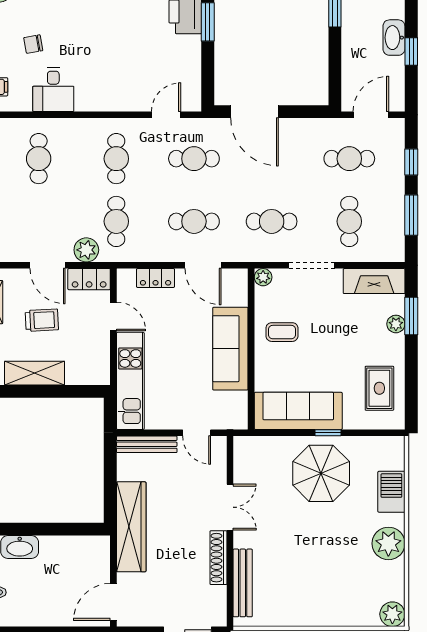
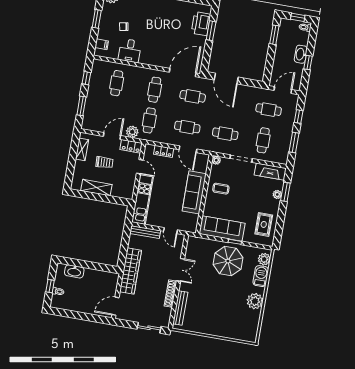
door: (166, 115) -> (183, 73), width x1.88
door: (48, 265) -> (112, 136), swing flipped
plant: (392, 614) -> (264, 259), moved

